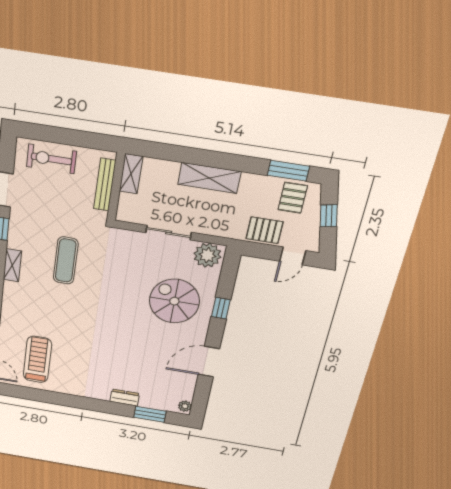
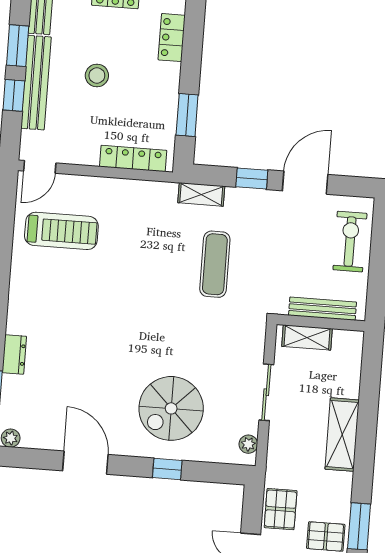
shelving: (131, 174) -> (307, 337), moved
plant: (207, 255) -> (248, 444), width x0.53, depth x0.53
exercise mat: (66, 261) -> (215, 264), turned 90
spiral stairs: (174, 301) -> (171, 408), turned 180

